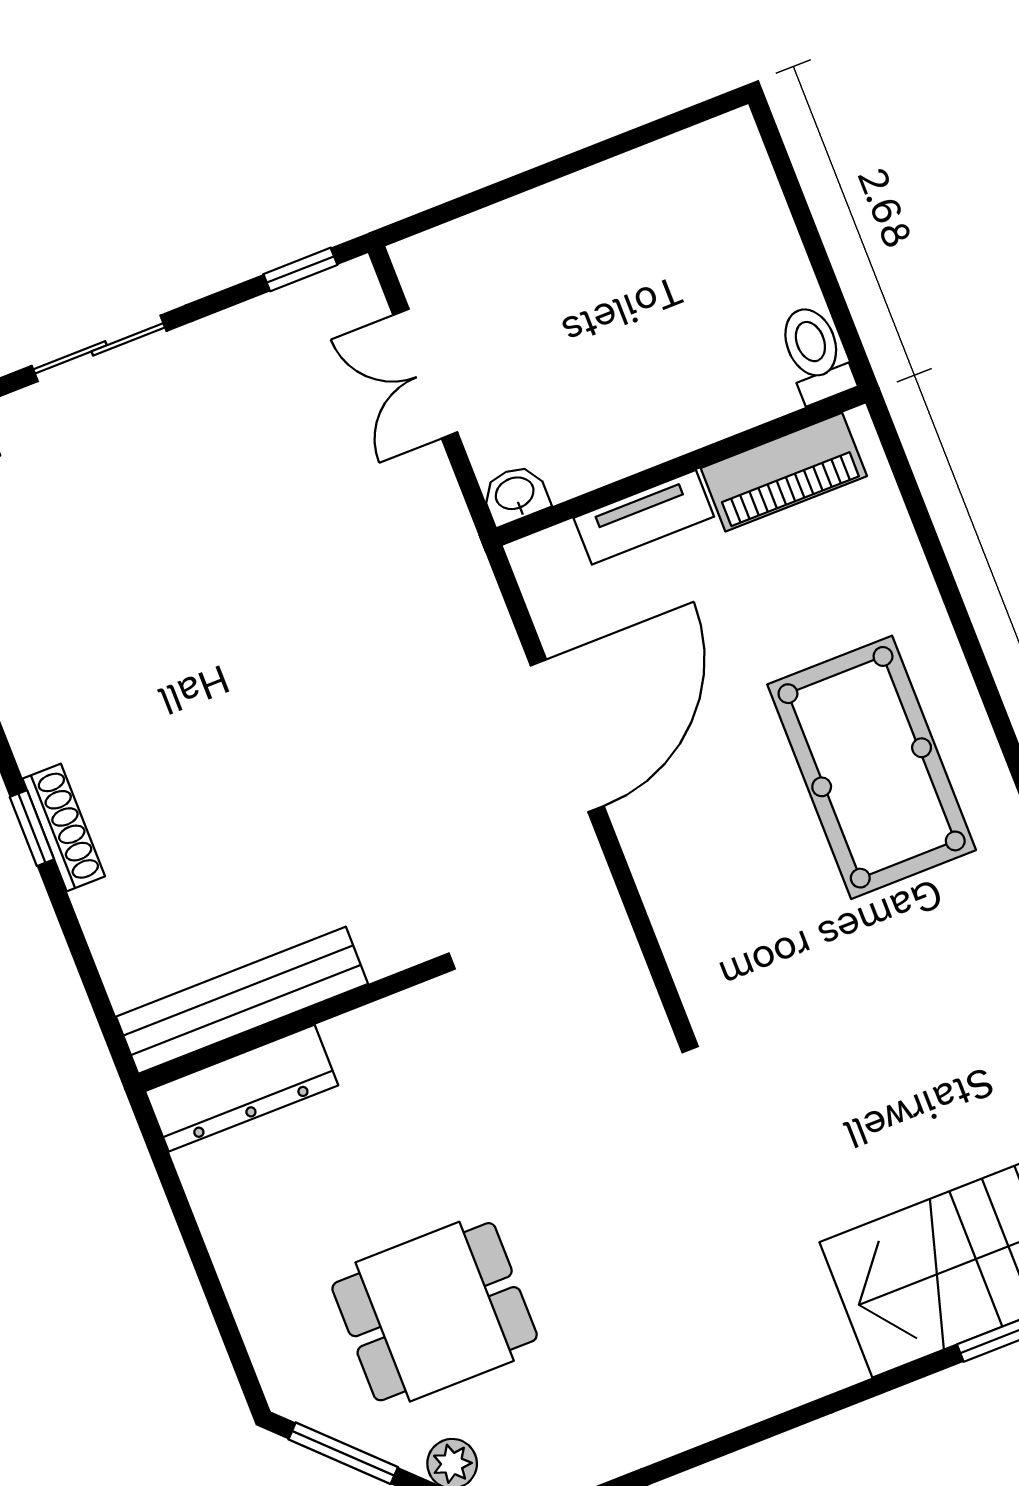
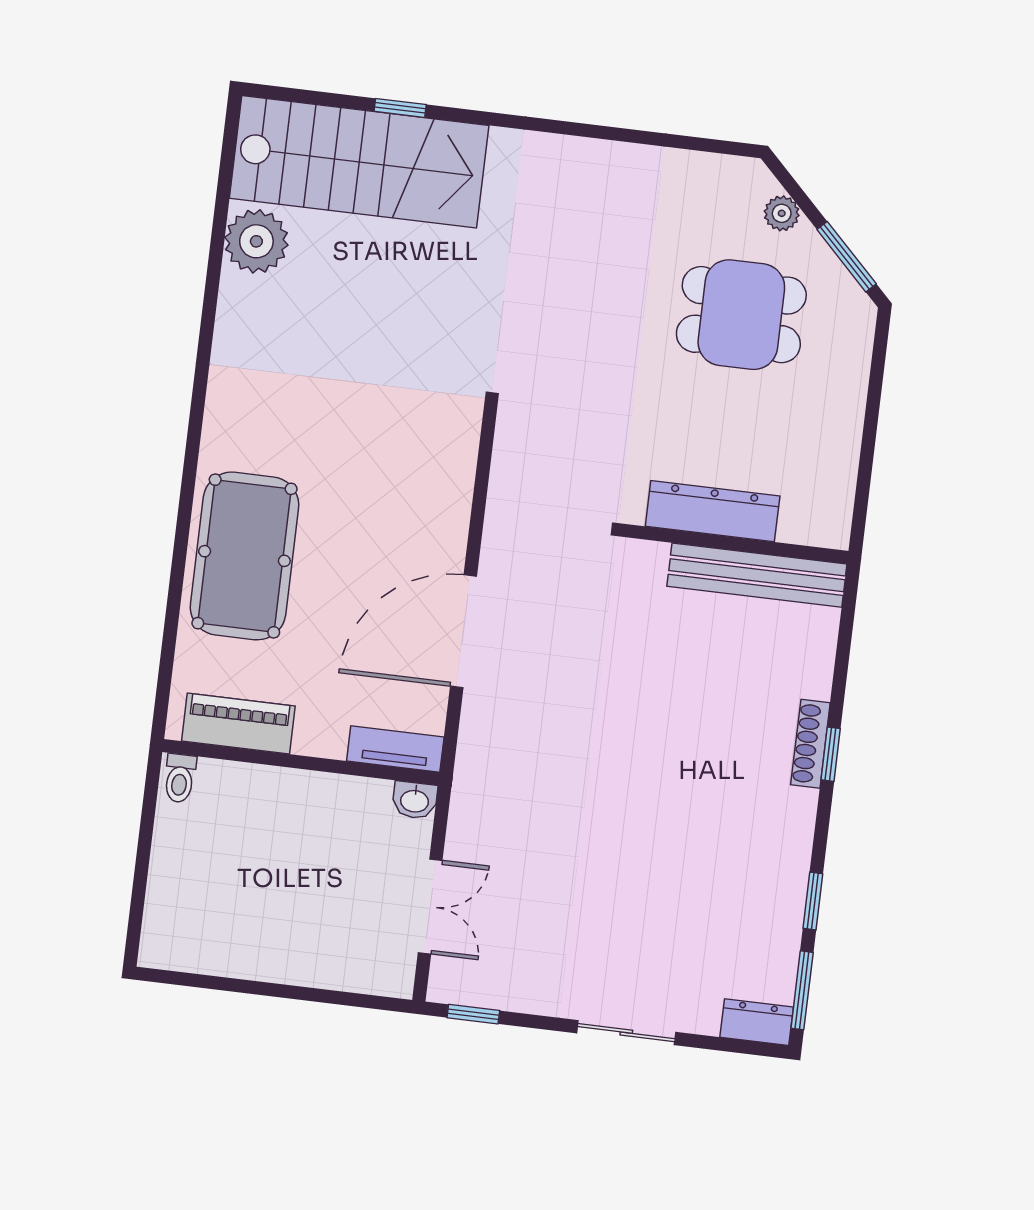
toilet: (815, 354) -> (180, 778), width x0.73, depth x0.72
tv unit: (644, 517) -> (395, 749), moved
pool table: (872, 767) -> (244, 556), moved
dresser: (242, 1088) -> (713, 511), moved

